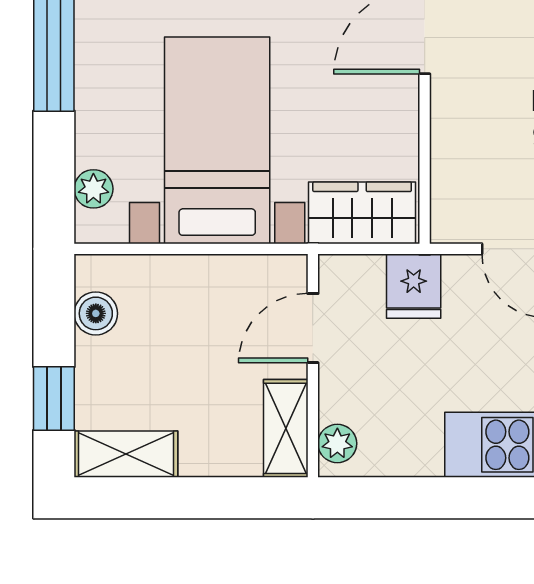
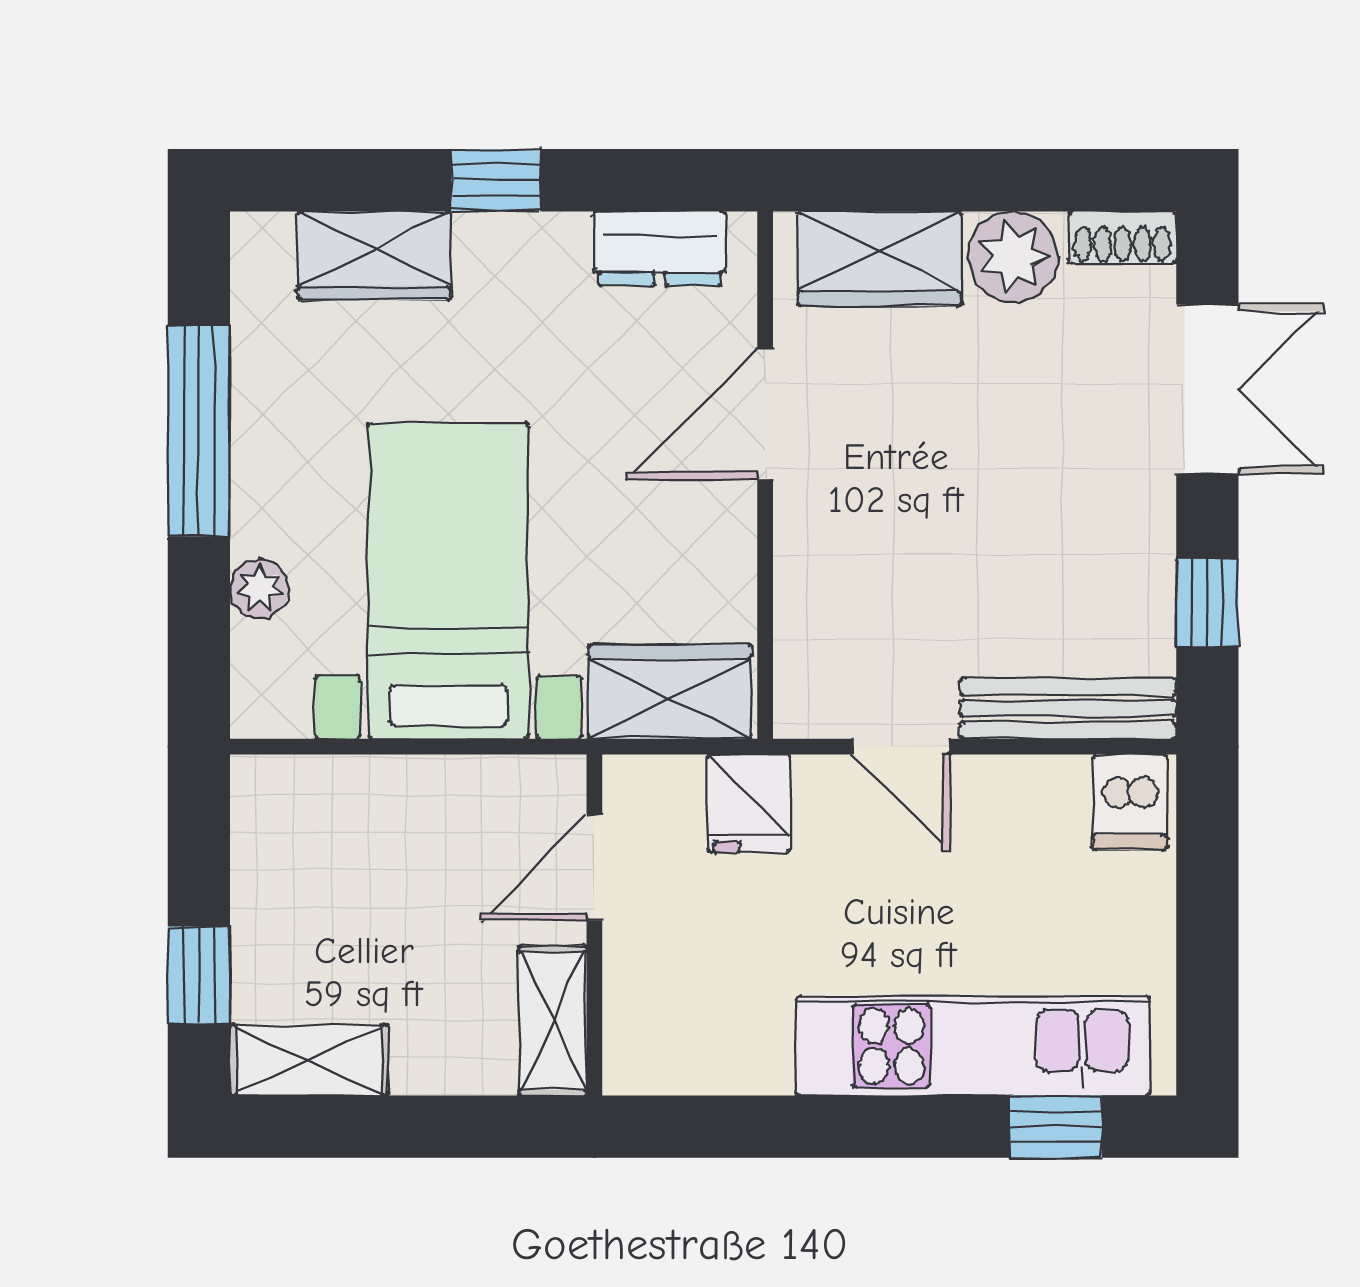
plant: (93, 189) -> (259, 589), moved
boiler: (96, 313) -> (263, 845), removed
plant: (337, 443) -> (632, 1044), removed

